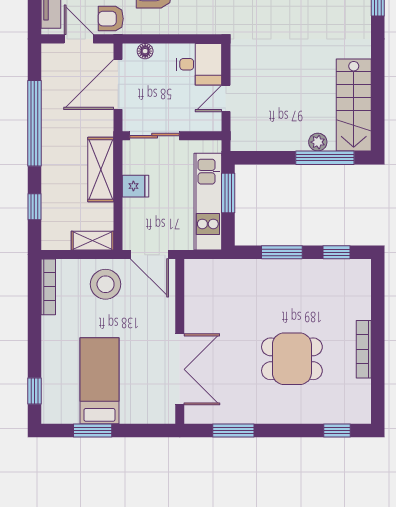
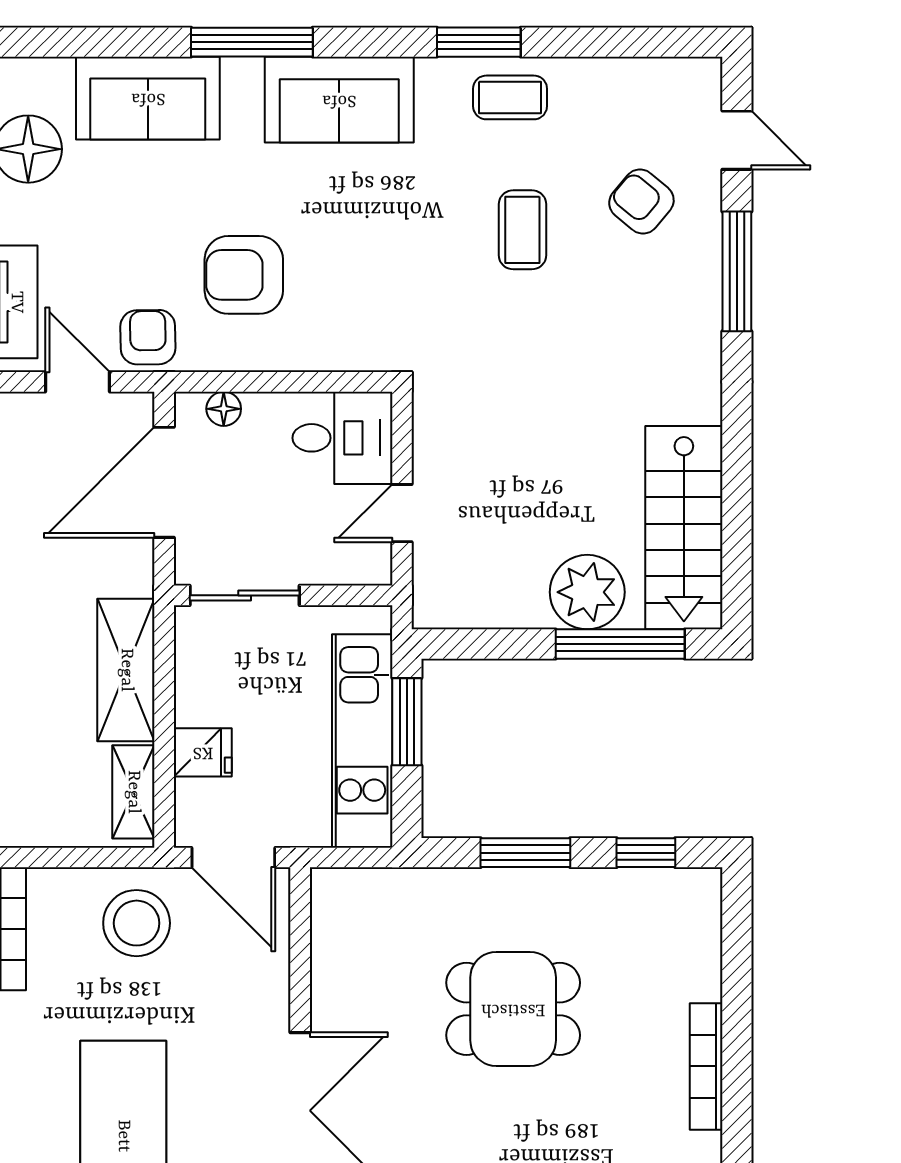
armchair: (111, 19) -> (148, 337), turned 89
plant: (318, 142) -> (587, 592), width x1.88, depth x1.88
fridge: (136, 186) -> (203, 752), moved
shelving: (93, 241) -> (133, 792), moved, turned 90
dining table: (292, 359) -> (513, 1009), moved

